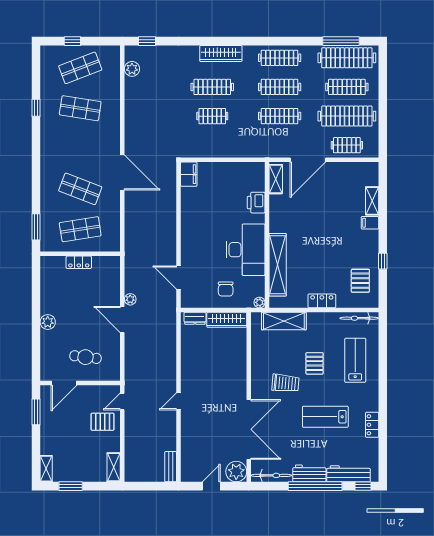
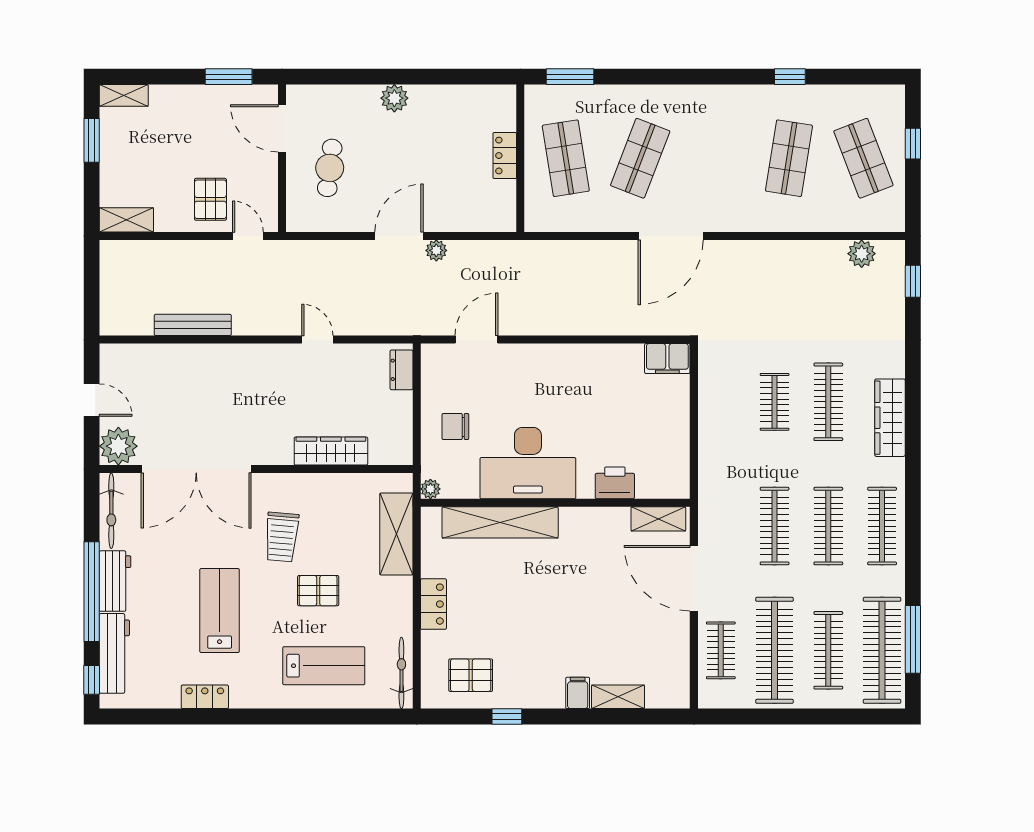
wardrobe: (227, 320) -> (331, 451), moved, turned 90
door: (178, 401) -> (317, 340), moved
bench: (171, 467) -> (193, 325), moved, width x1.36

